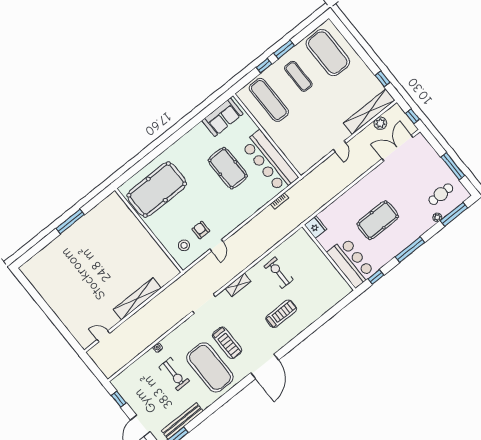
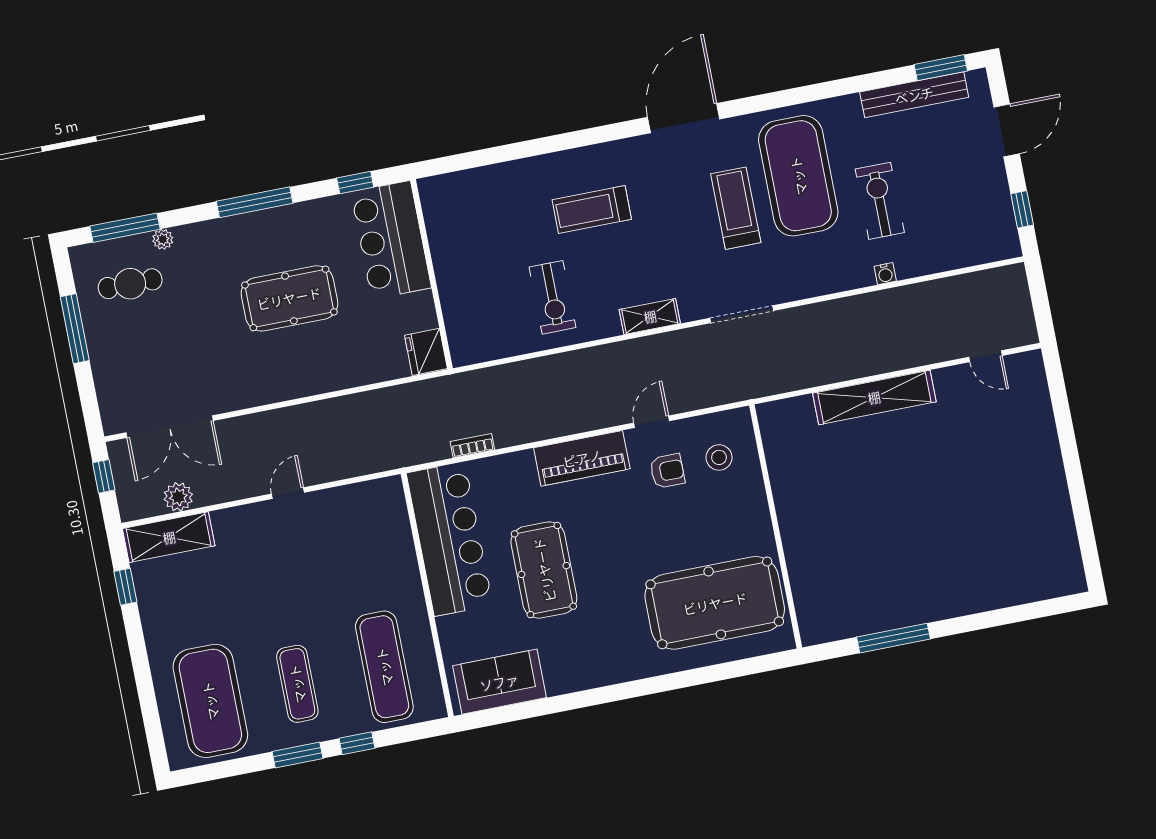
shelving: (369, 112) -> (169, 537), width x0.68
piano: (236, 218) -> (582, 458), added
window: (70, 222) -> (894, 638), moved
armchair: (201, 230) -> (667, 471), turned -90

